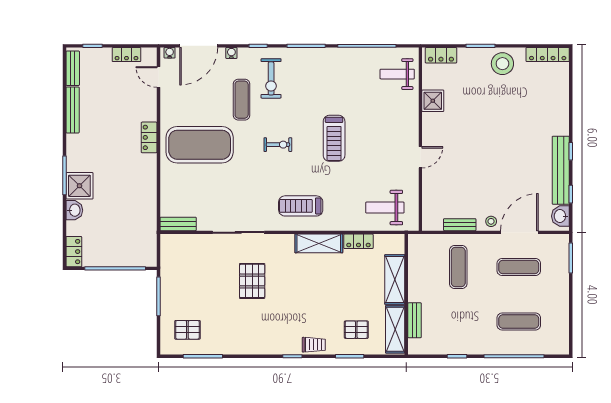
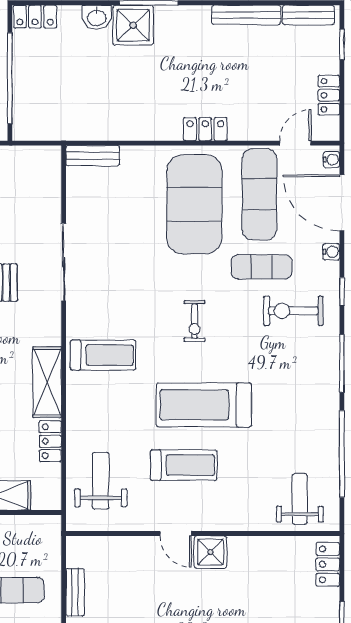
exercise mat: (193, 101) -> (259, 194), added
shower: (433, 101) -> (210, 552), moved
treadmill: (334, 138) -> (204, 405), width x1.37, depth x1.38
treadmill: (374, 152) -> (184, 465), added
treadmill: (301, 206) -> (103, 355), turned 90
bench: (178, 224) -> (93, 156), moved, turned 90

